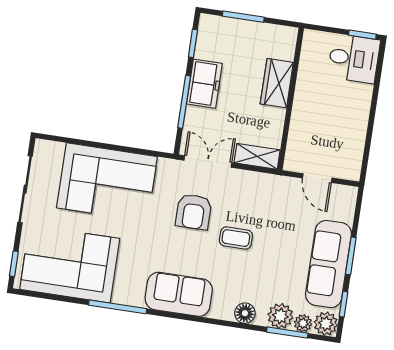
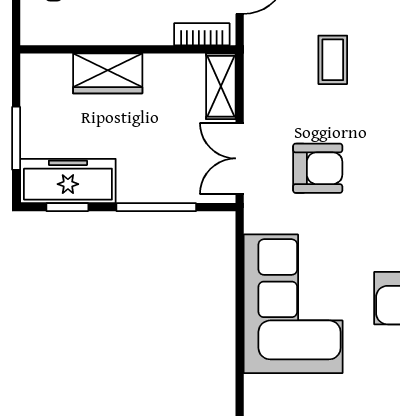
freezer: (204, 84) -> (68, 181), moved, width x1.40
bookcase: (293, 149) -> (202, 34), added
coffee table: (236, 238) -> (333, 60), moved

